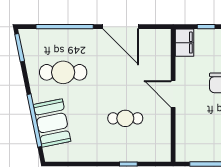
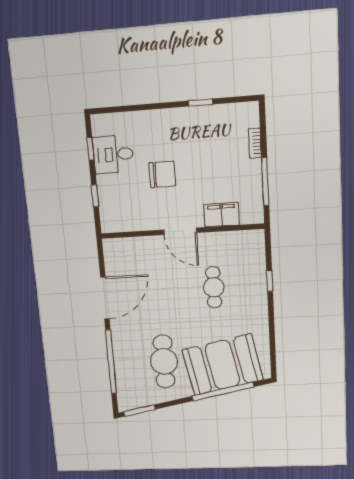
filing cabinet: (184, 43) -> (222, 215), moved
door: (173, 94) -> (180, 231), hinge flipped
booth: (52, 123) -> (222, 365), width x1.36, depth x1.42

